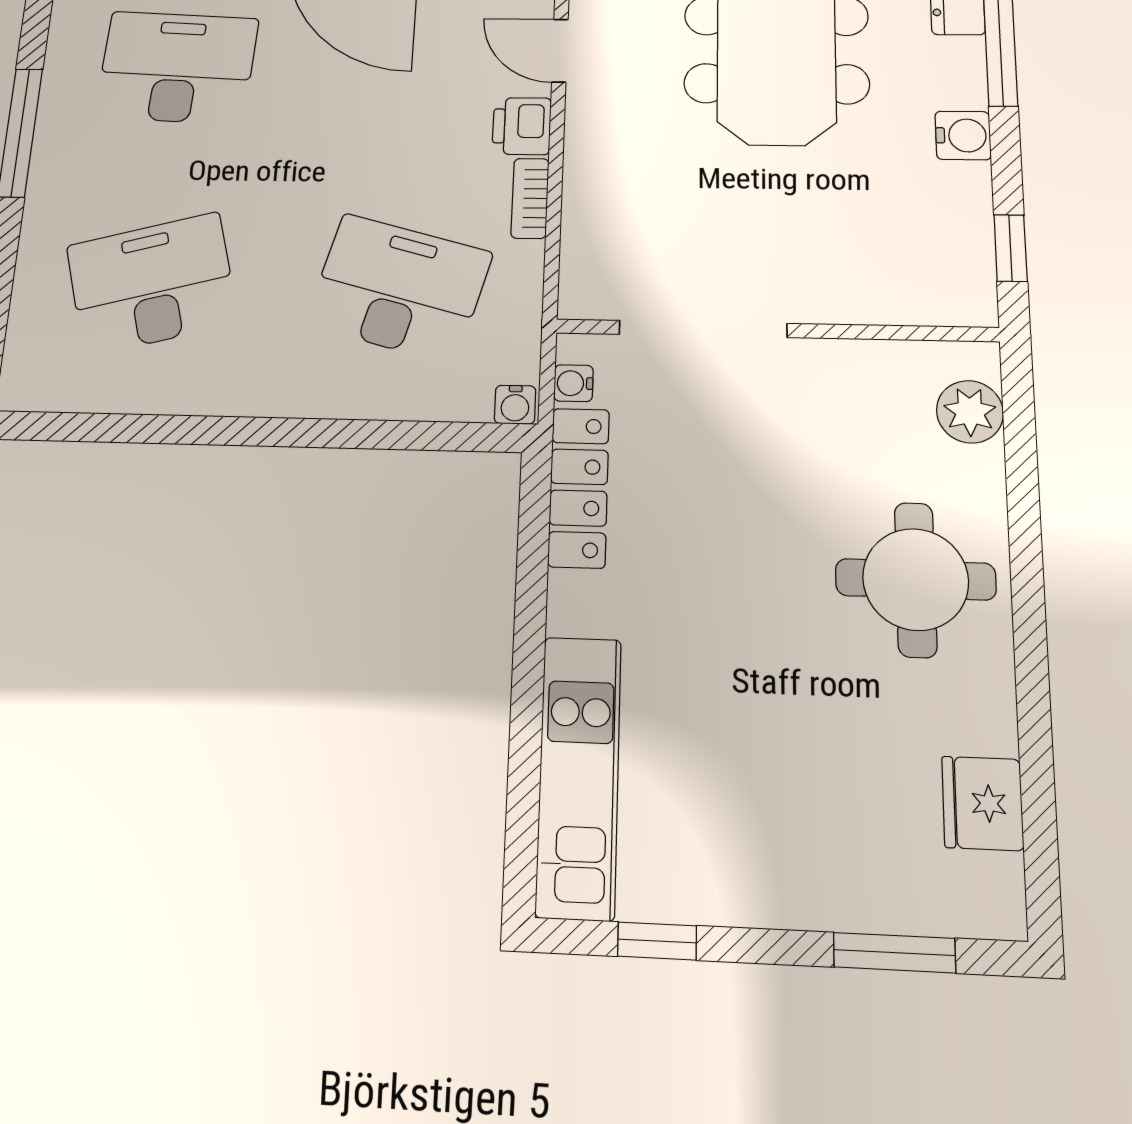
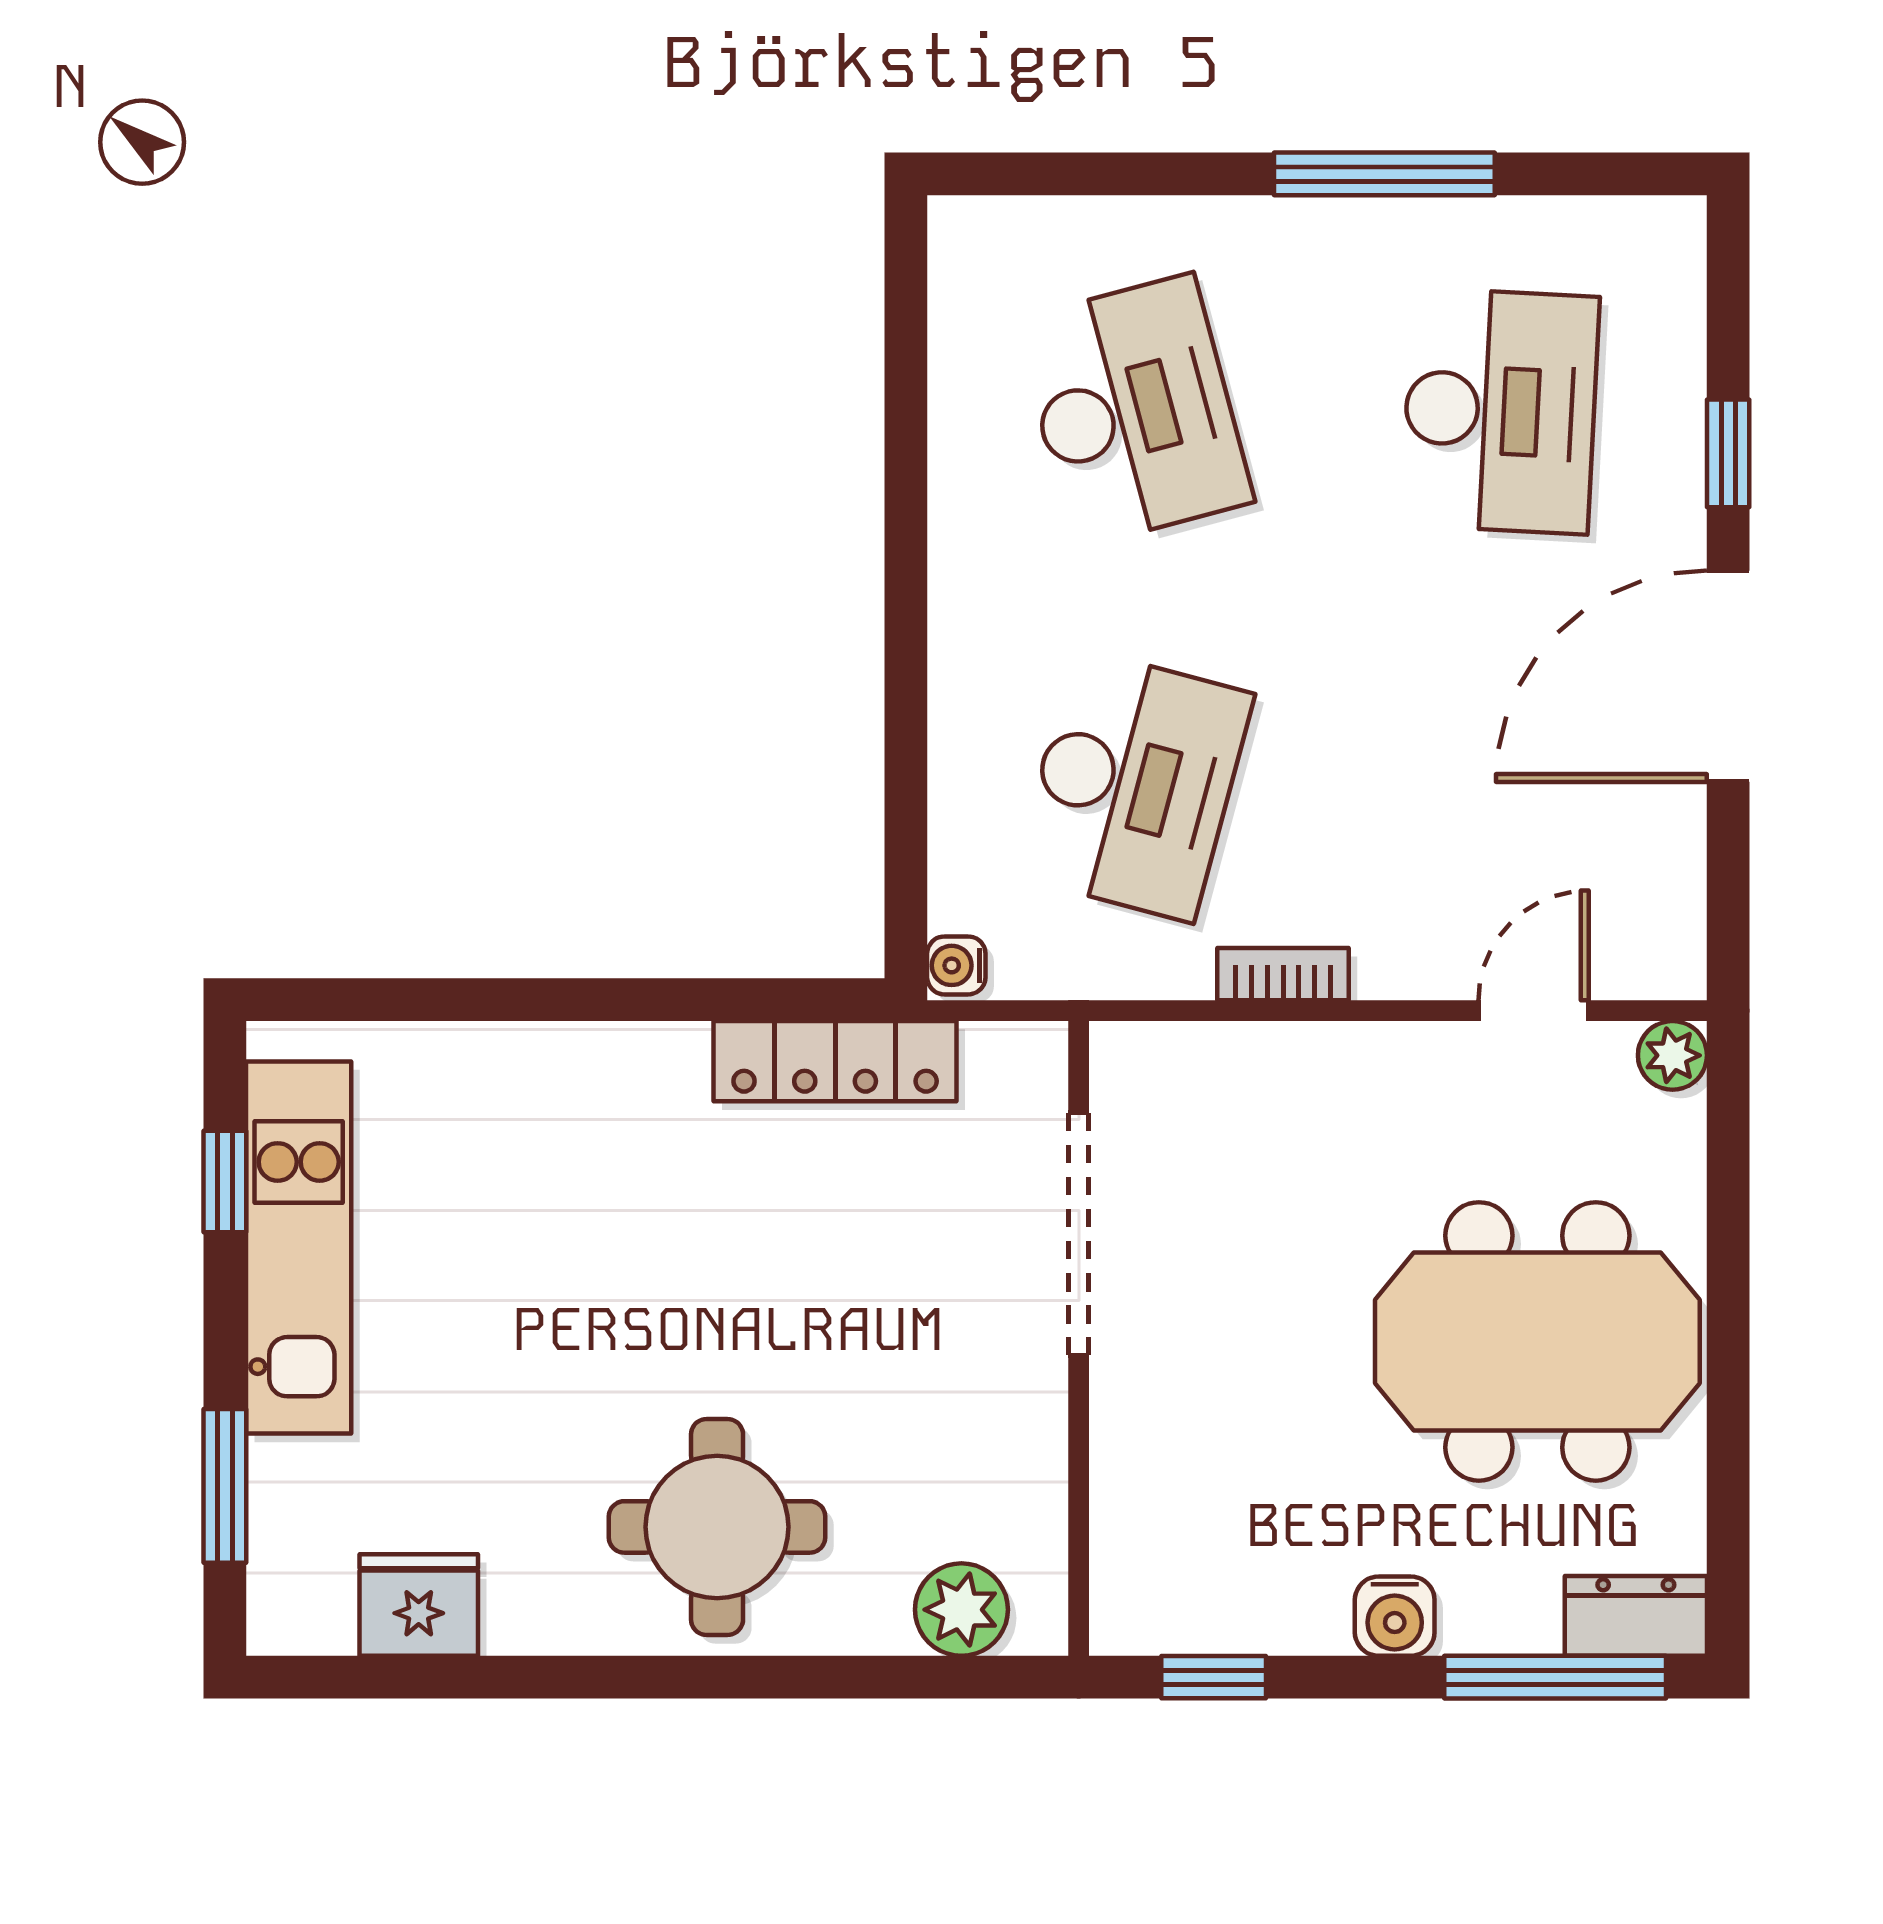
printer: (522, 126) -> (1404, 957), removed
water cooler: (573, 383) -> (991, 1049), removed
kitchen unit: (579, 776) -> (299, 1248), moved, turned -90

